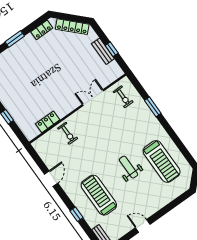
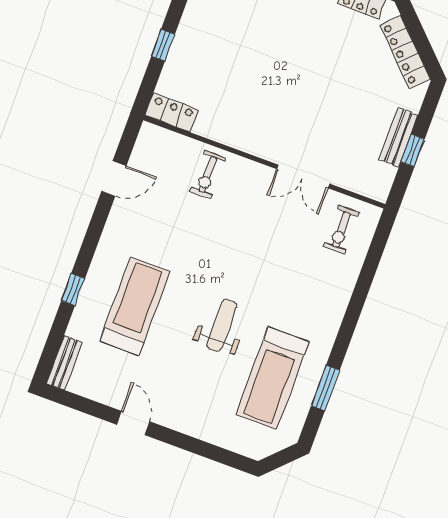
double door: (93, 98) -> (303, 176), swing flipped
window: (153, 107) -> (325, 388), moved
locker: (48, 122) -> (172, 113), moved
door: (51, 179) -> (114, 179), moved

